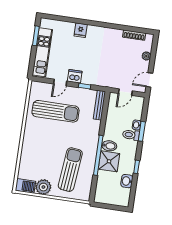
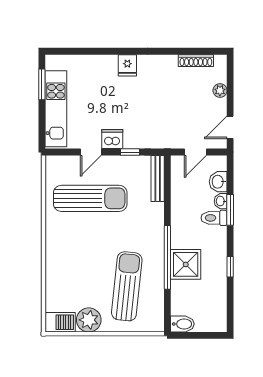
fridge: (81, 30) -> (127, 65), moved
bidet: (109, 146) -> (182, 324), moved
washbasin: (127, 181) -> (218, 182), moved

